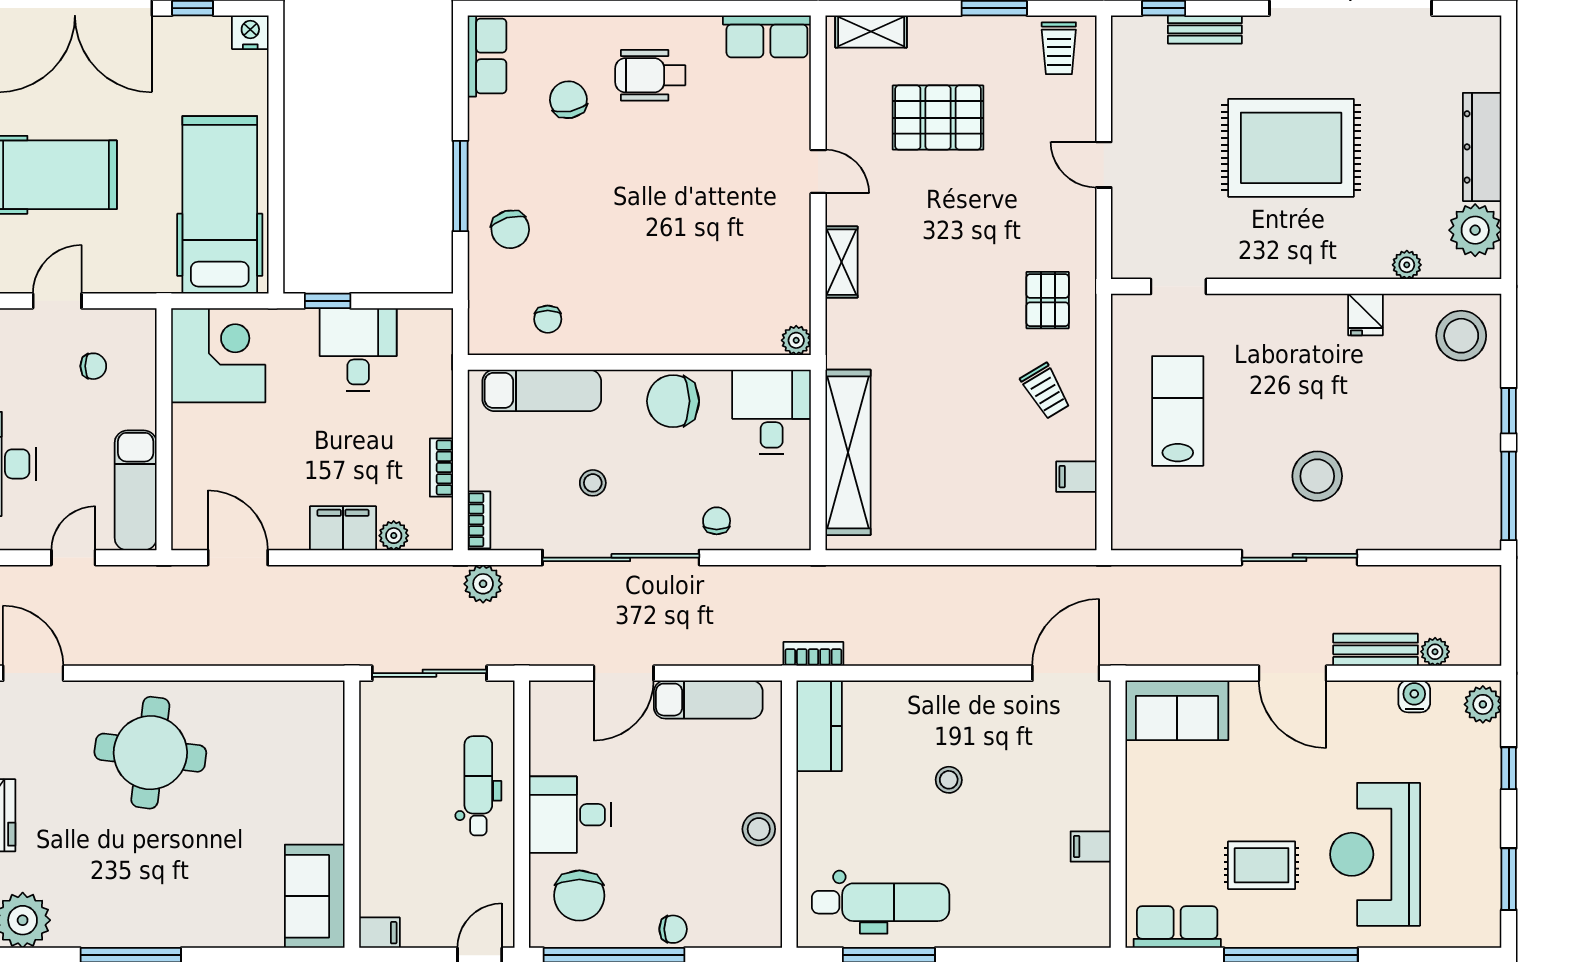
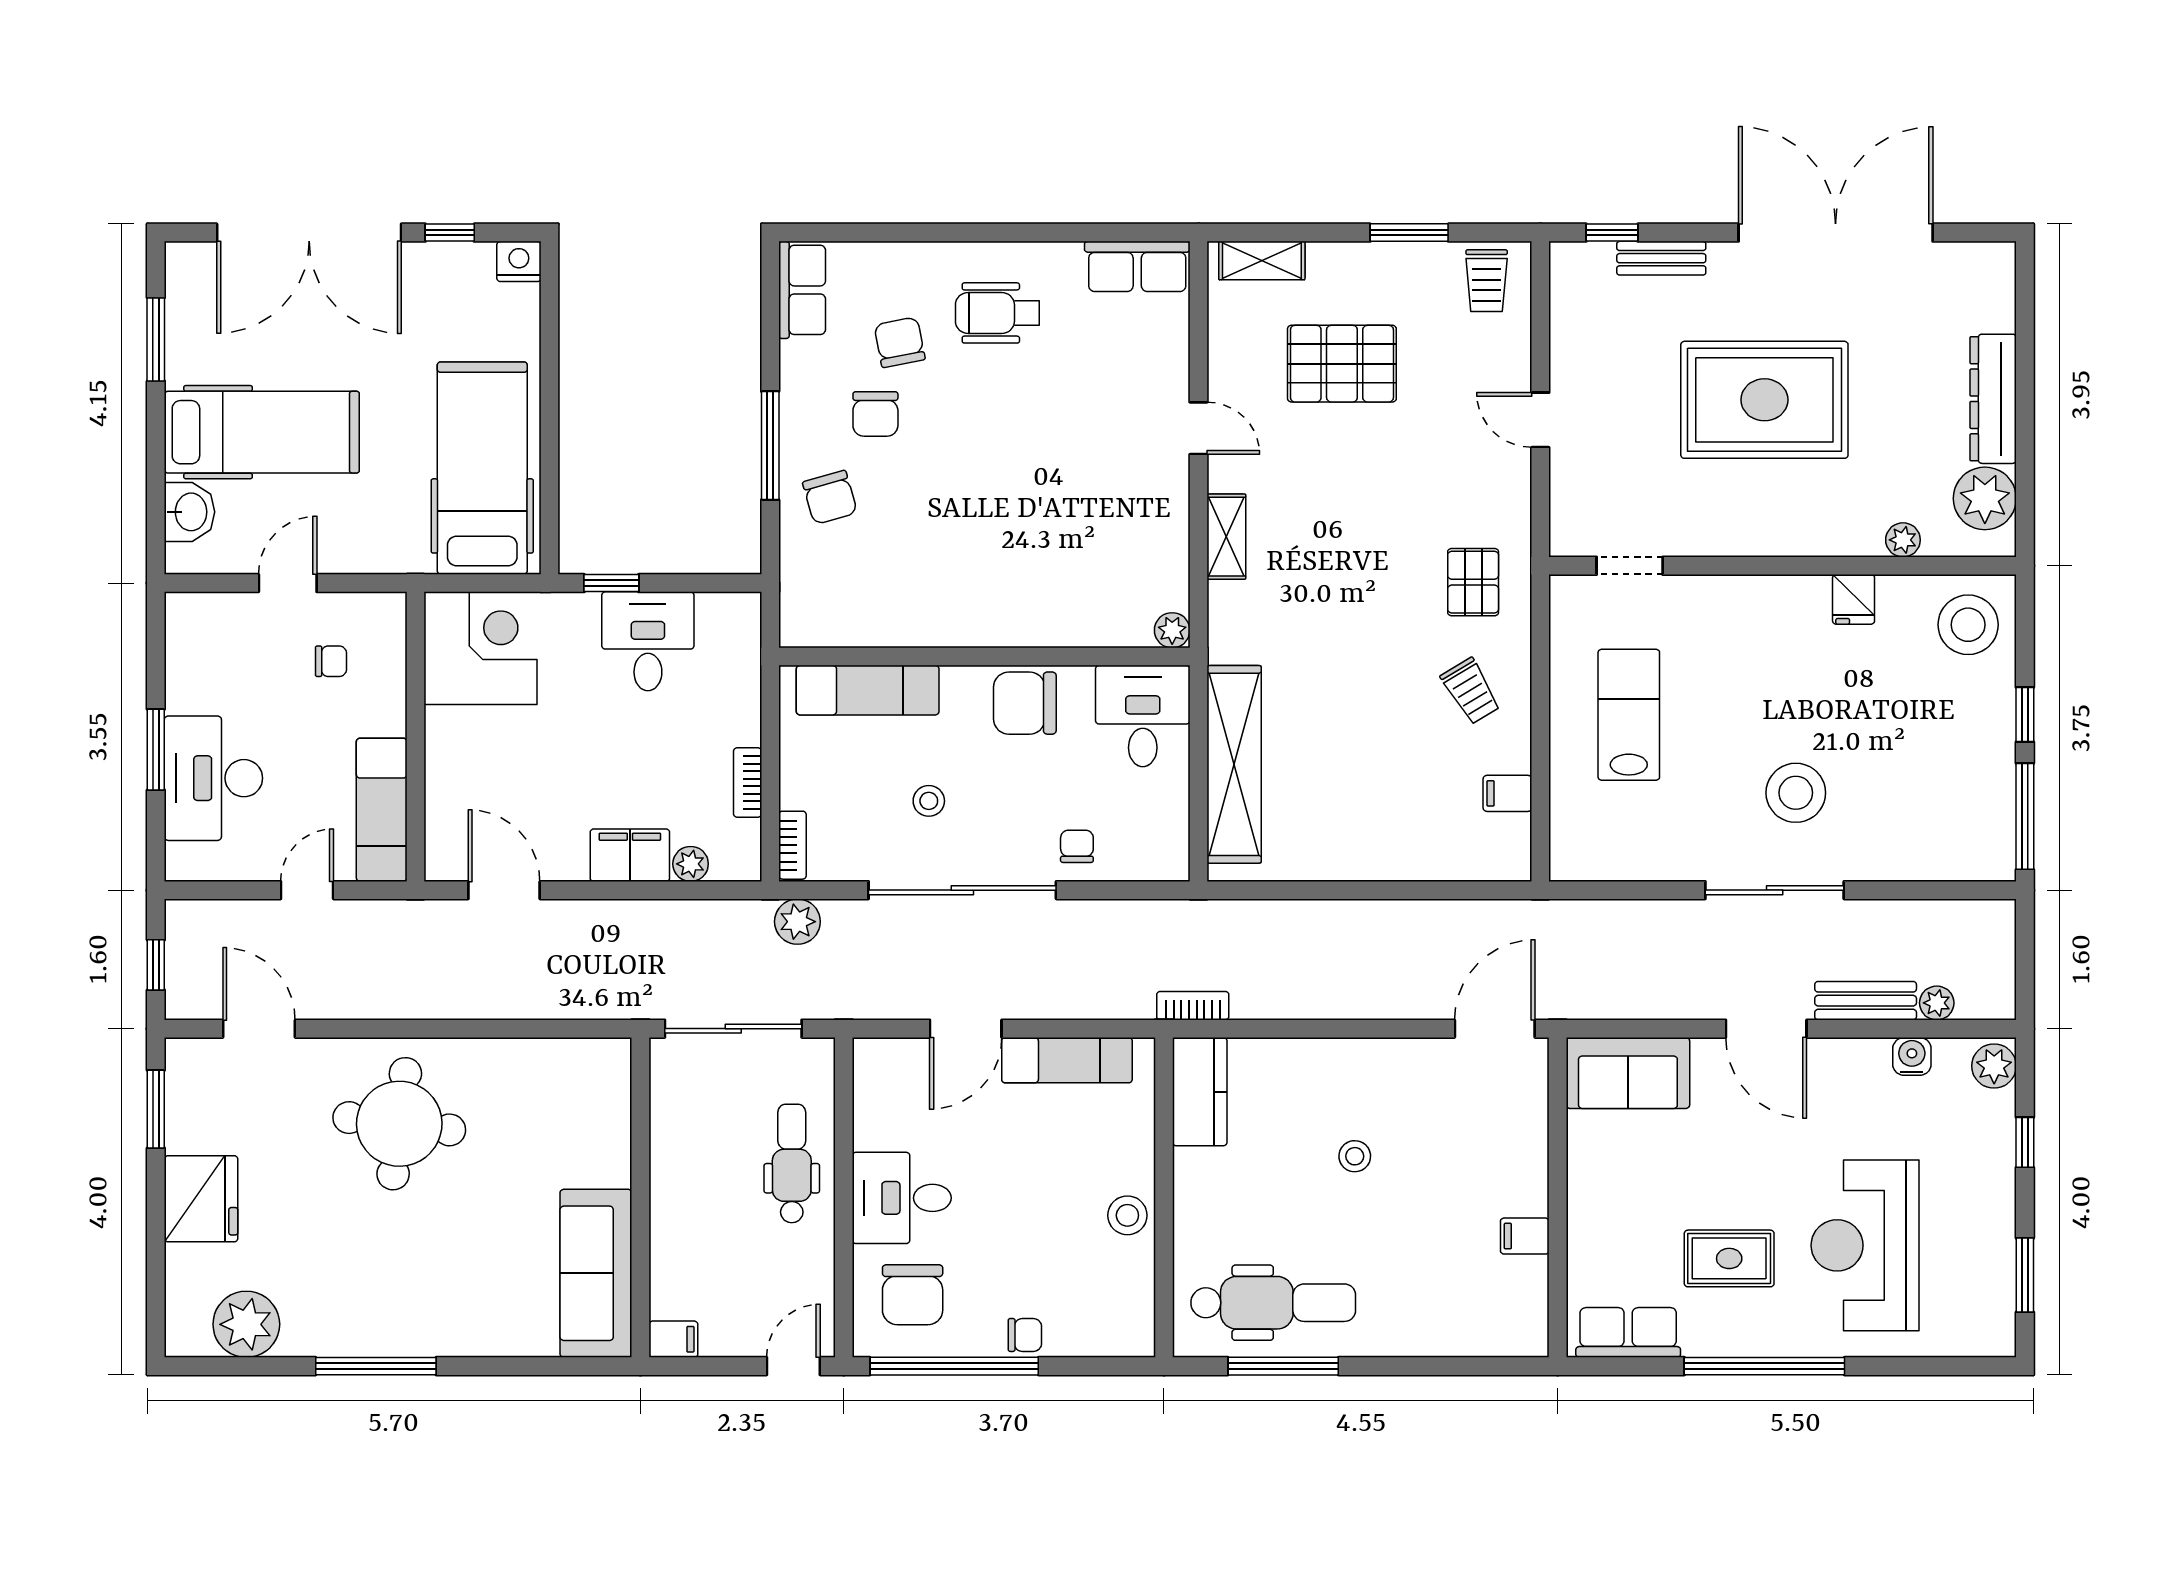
chair: (548, 319) -> (875, 414), moved, width x1.37, depth x1.37
sofa: (315, 896) -> (596, 1273), width x1.36

